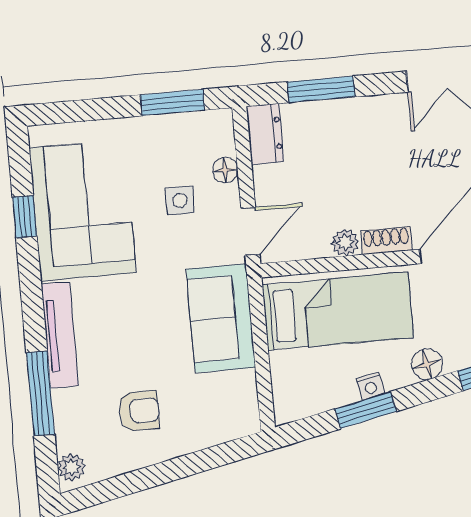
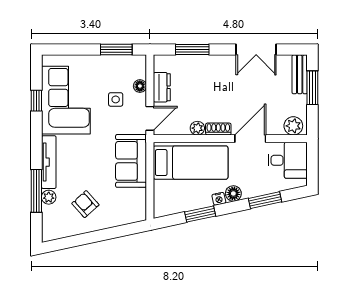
dresser: (265, 134) -> (162, 87), moved
nightstand: (370, 386) -> (219, 199), moved
armchair: (139, 411) -> (85, 204), turned -132
plant: (71, 467) -> (49, 197), moved

